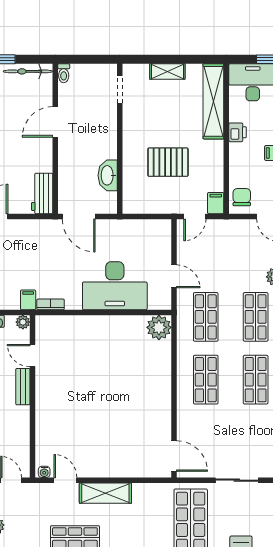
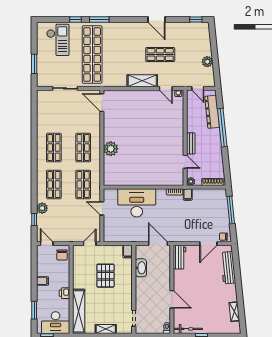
door: (55, 122) -> (172, 299), hinge flipped
pallet: (168, 162) -> (105, 276), turned 90
filing cabinet: (216, 203) -> (128, 251), moved
plant: (159, 327) -> (111, 149), moved

